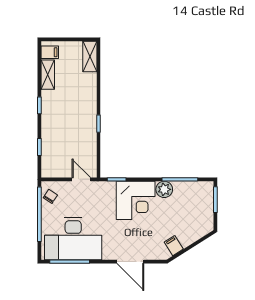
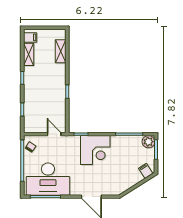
shelving: (90, 56) -> (61, 51), moved
plant: (164, 189) -> (148, 142), moved
filing cabinet: (174, 246) -> (146, 171), moved

